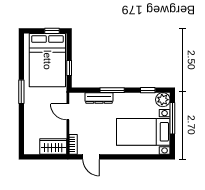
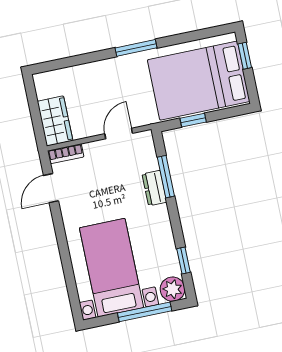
window: (52, 31) -> (245, 56), moved
window: (112, 90) -> (166, 177), moved
dresser: (99, 98) -> (154, 188), width x0.70

